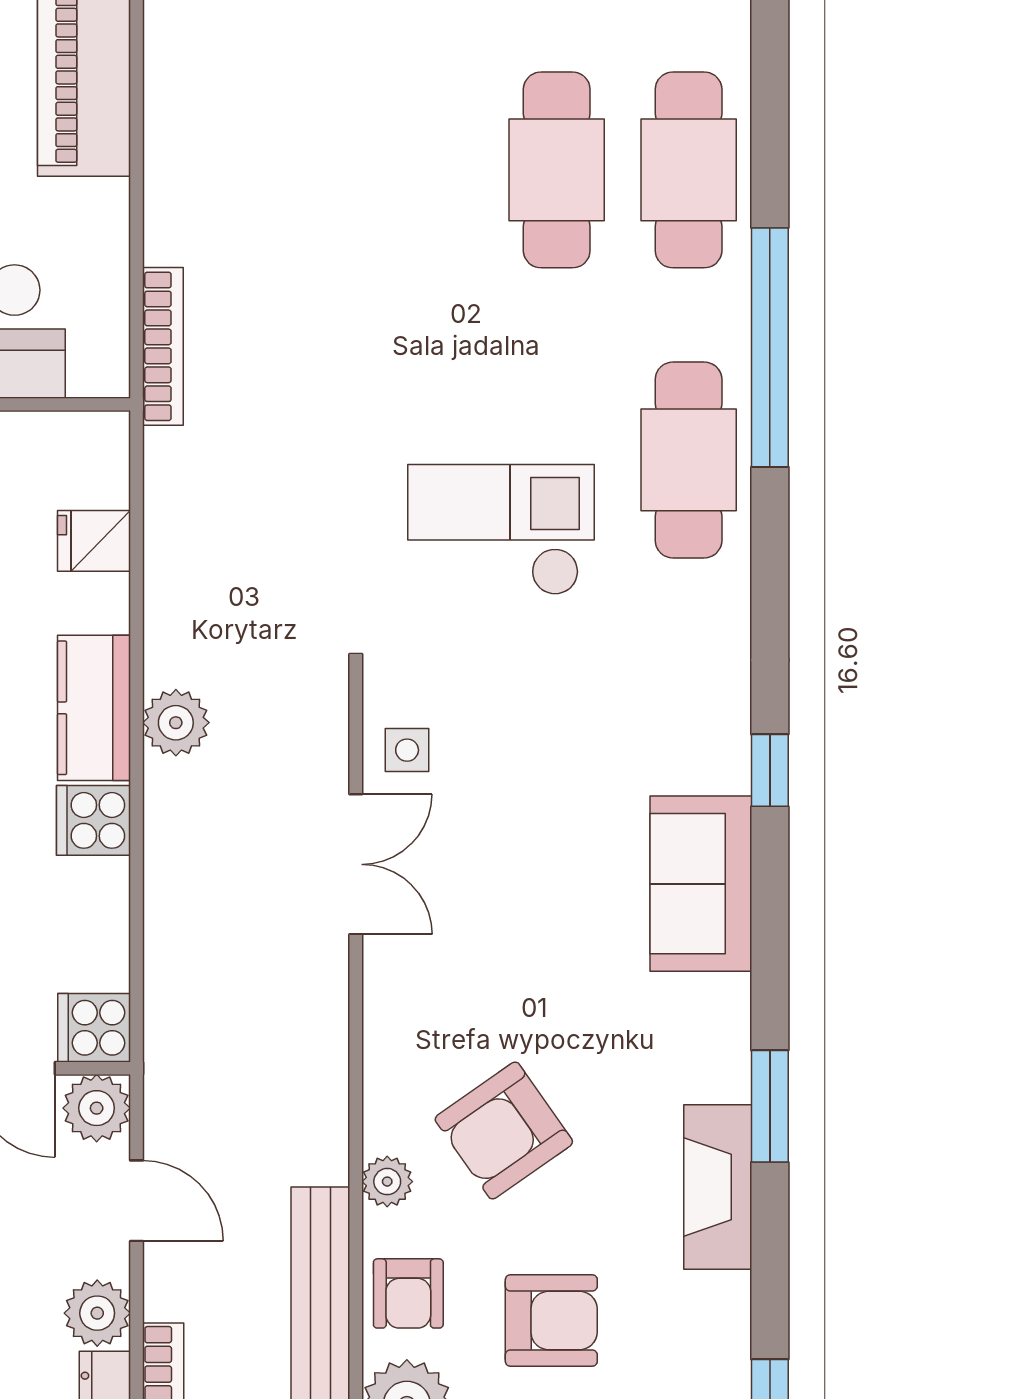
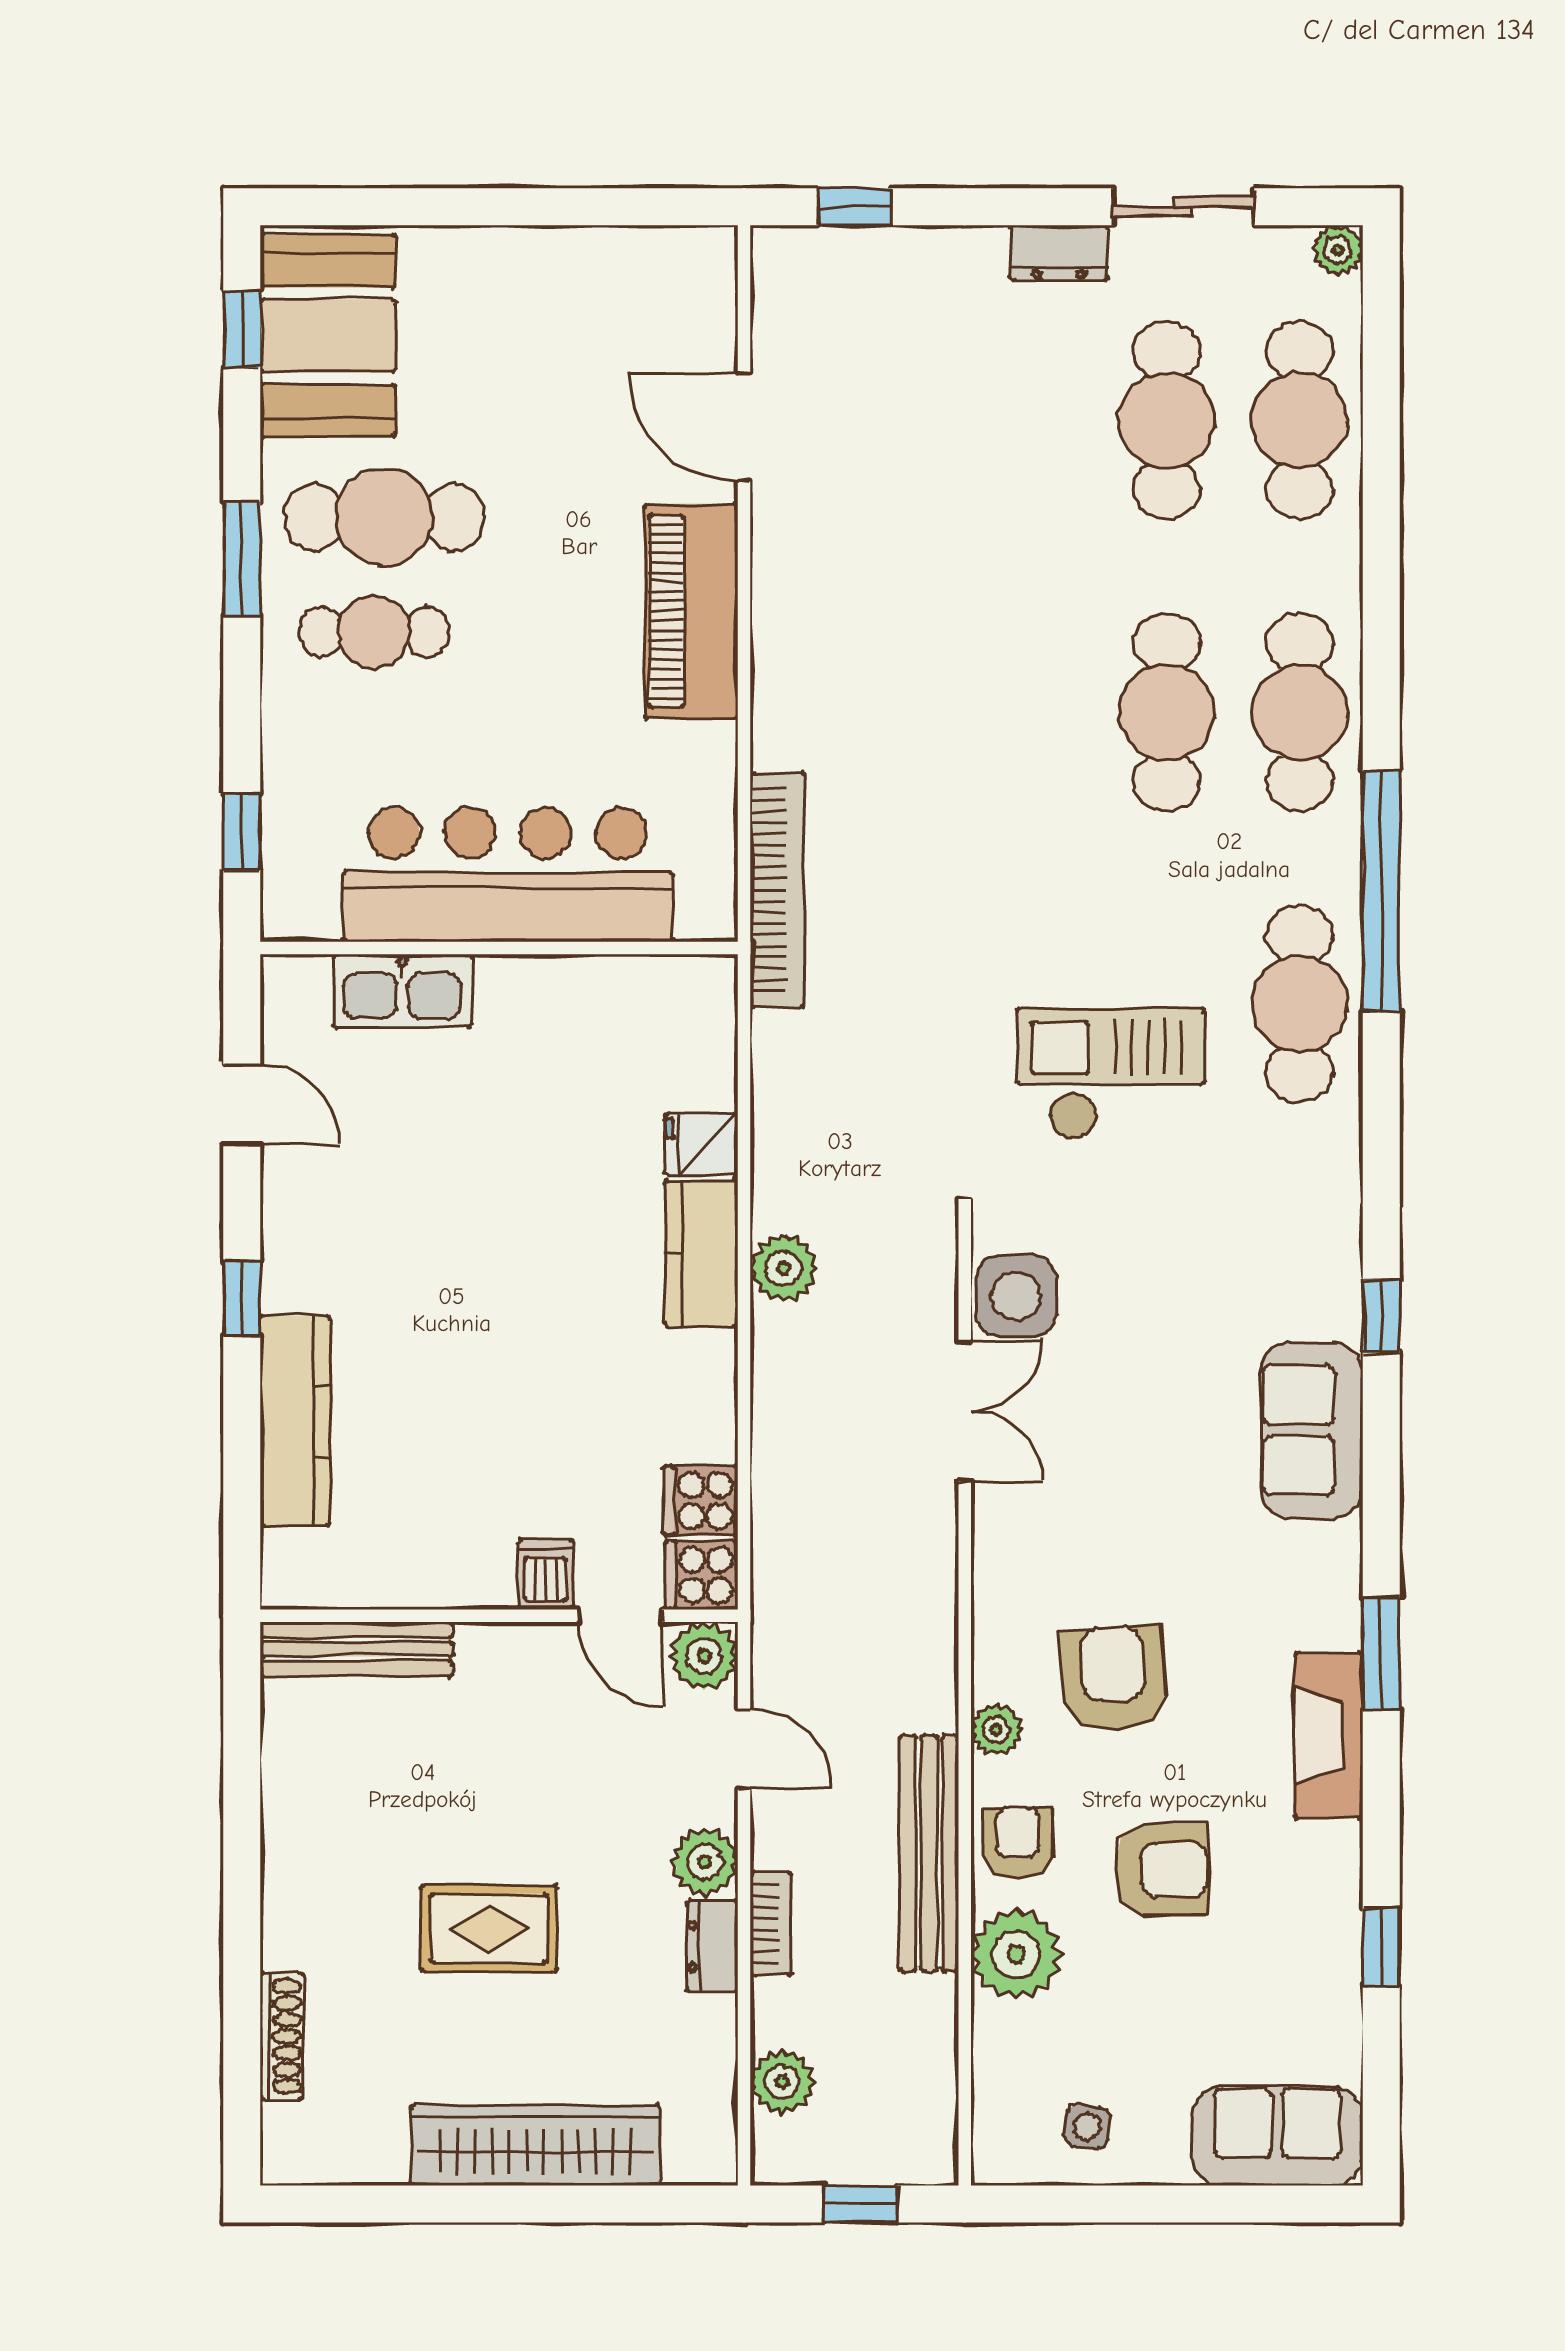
bookcase: (163, 346) -> (777, 890), width x1.48, depth x1.31
fridge: (94, 541) -> (701, 1145), moved
side table: (407, 750) -> (1016, 1296), width x1.87, depth x1.87
cooker: (93, 820) -> (701, 1500), moved
armchair: (504, 1130) -> (1114, 1678), turned 121
armchair: (408, 1293) -> (1018, 1842), turned 180

